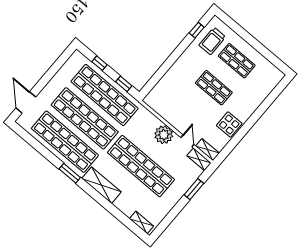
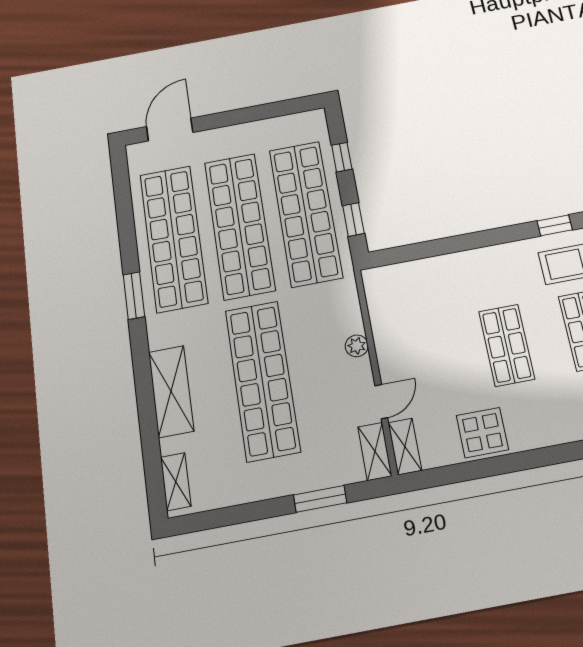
plant: (164, 135) -> (357, 346), width x0.53, depth x0.53
shelving: (102, 185) -> (171, 391), moved

